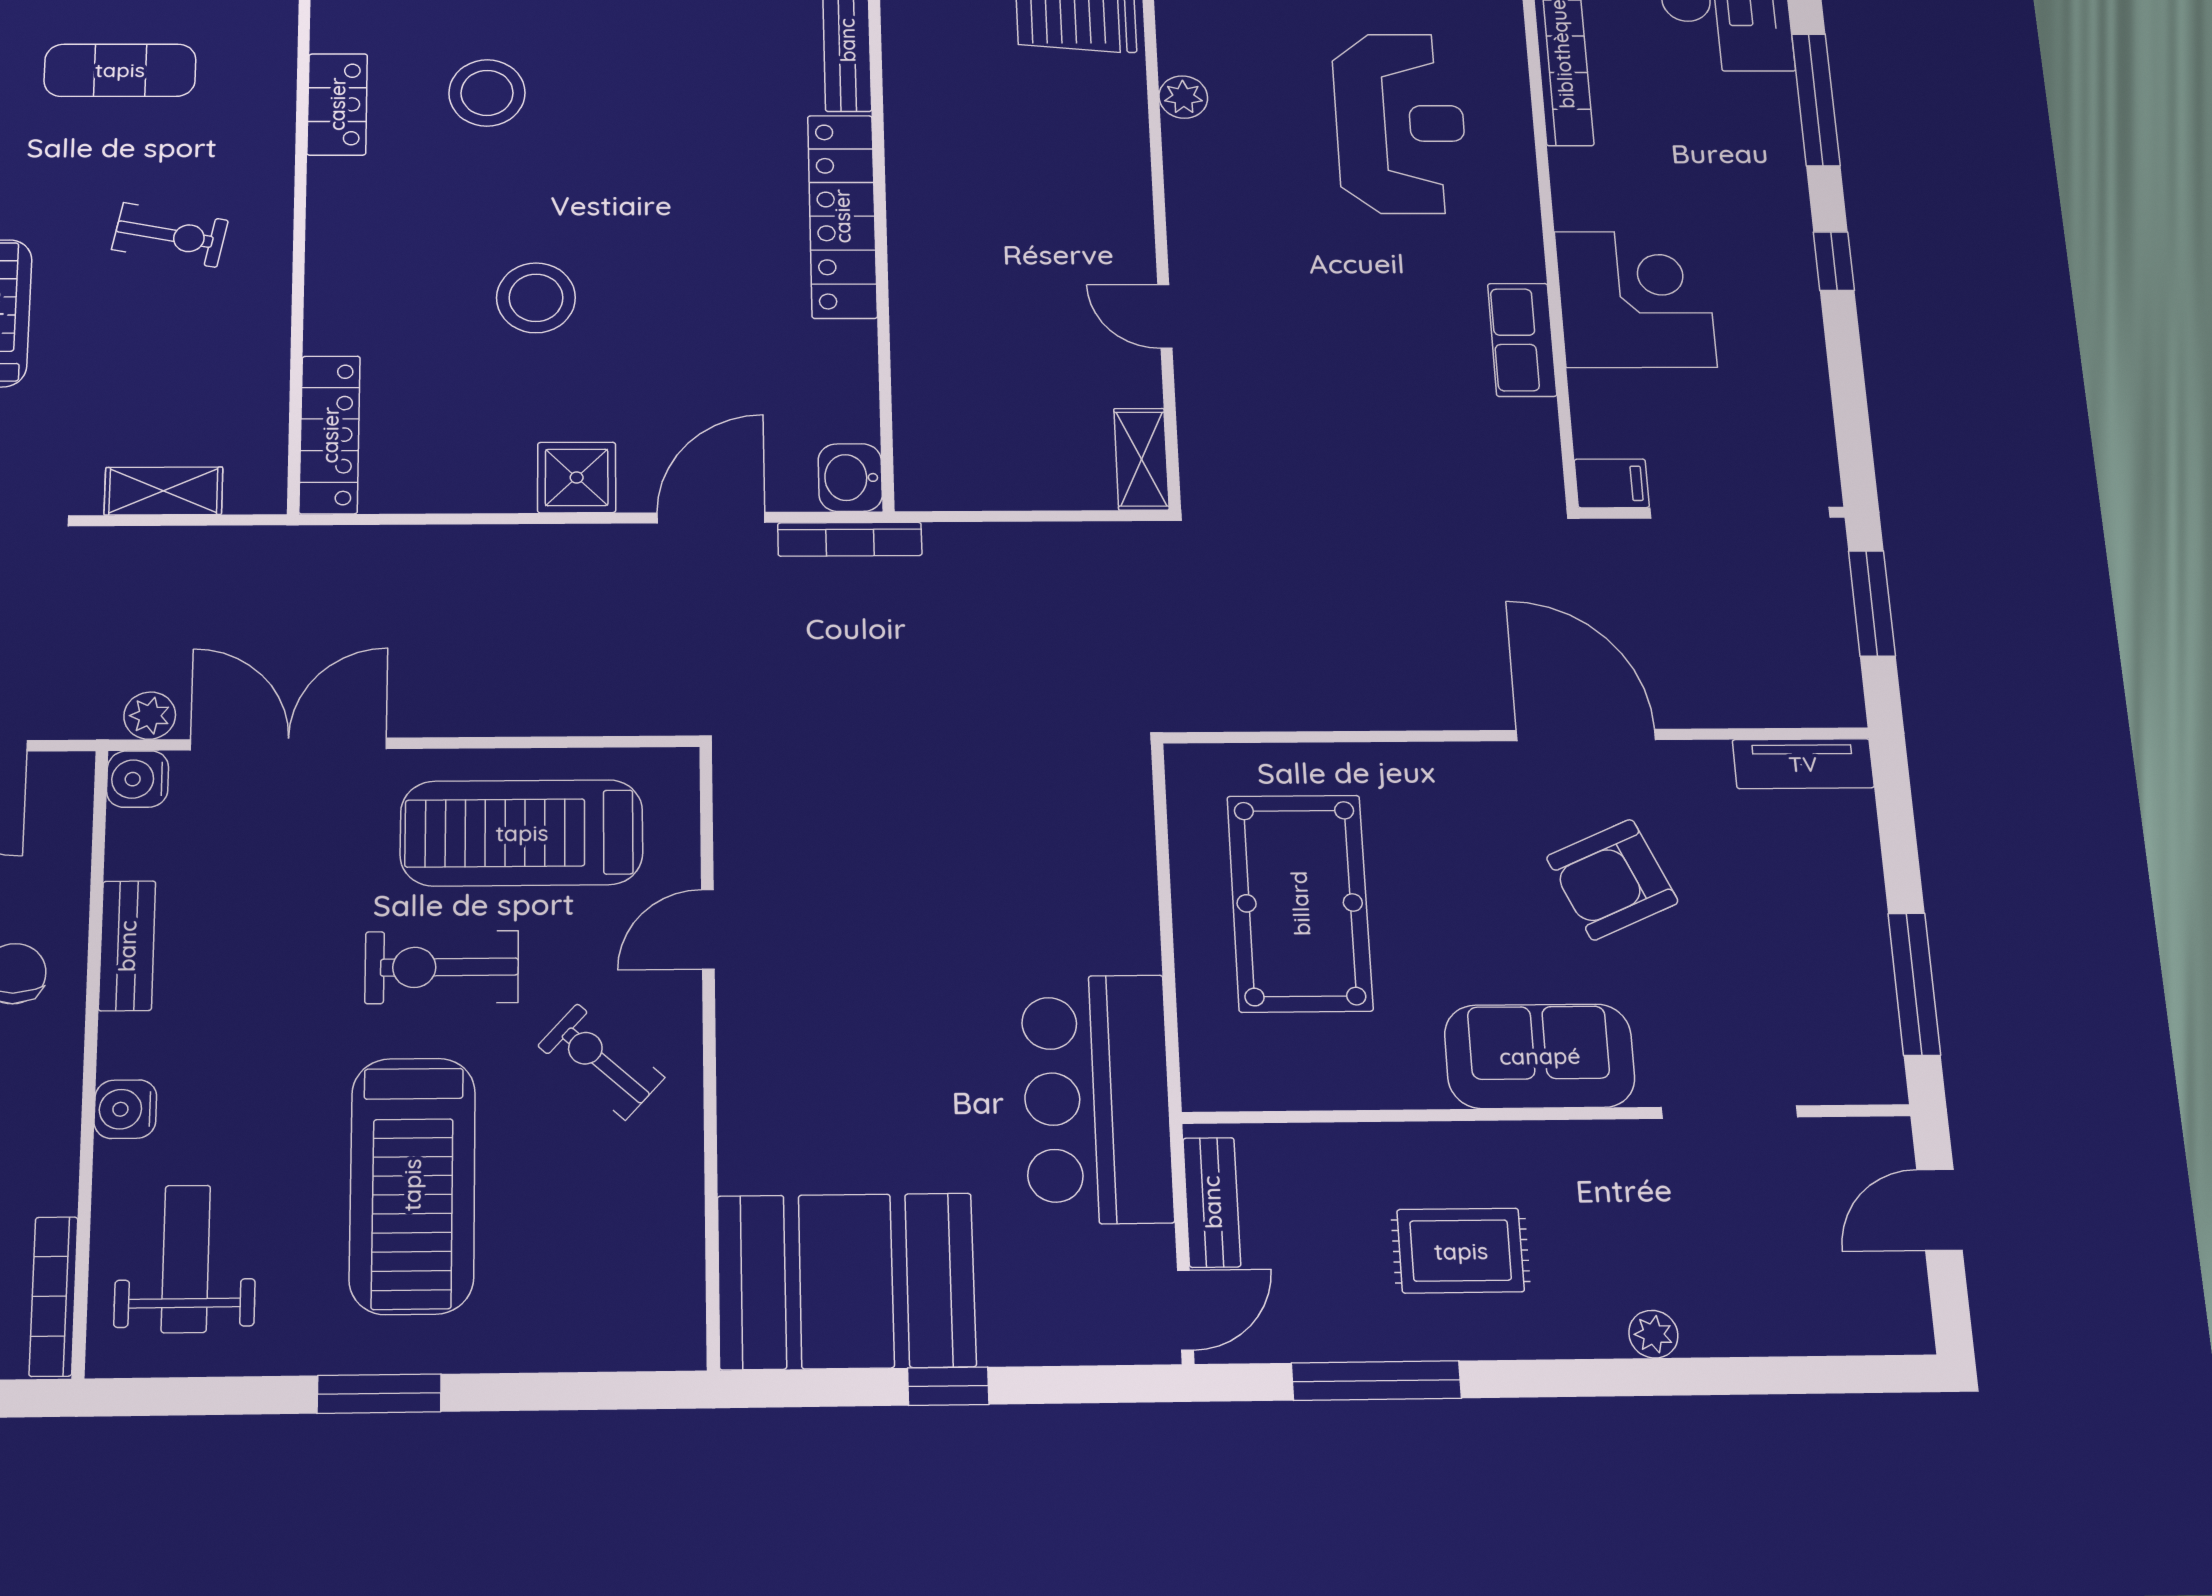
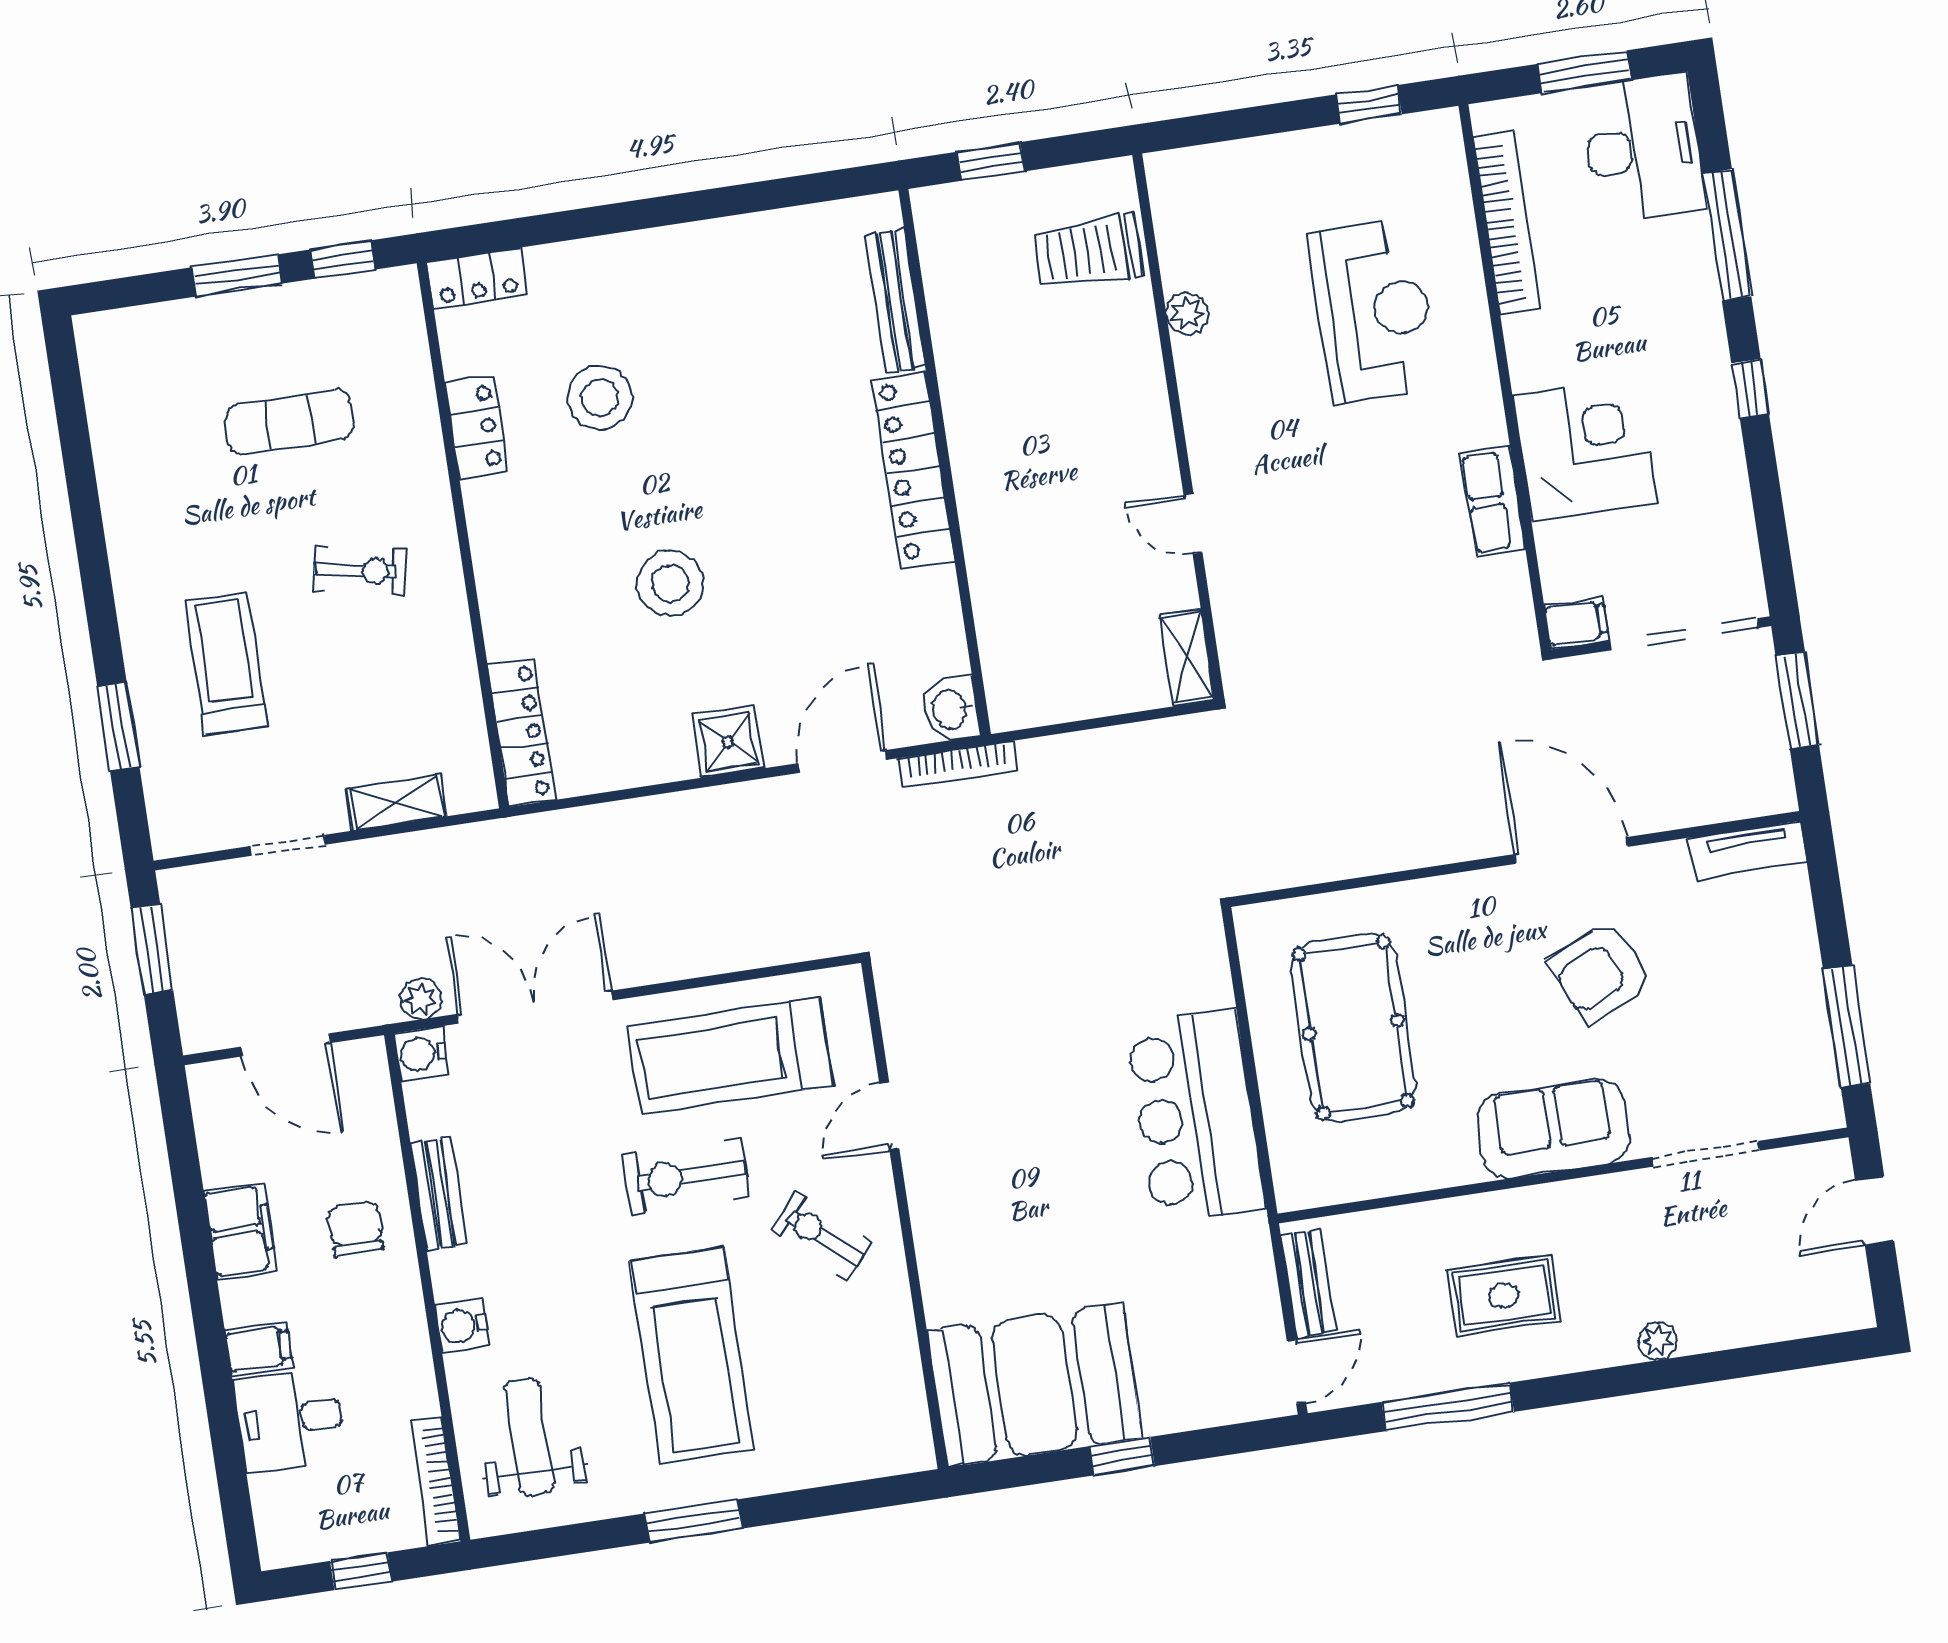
bar counter: (1097, 1099) -> (1196, 1116), moved

